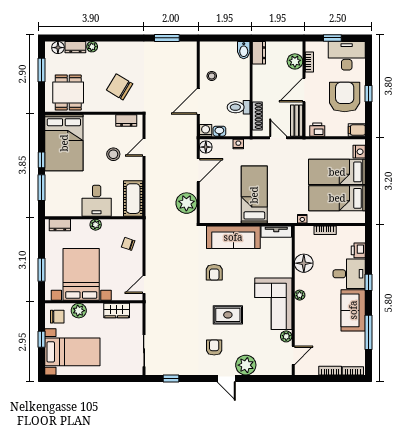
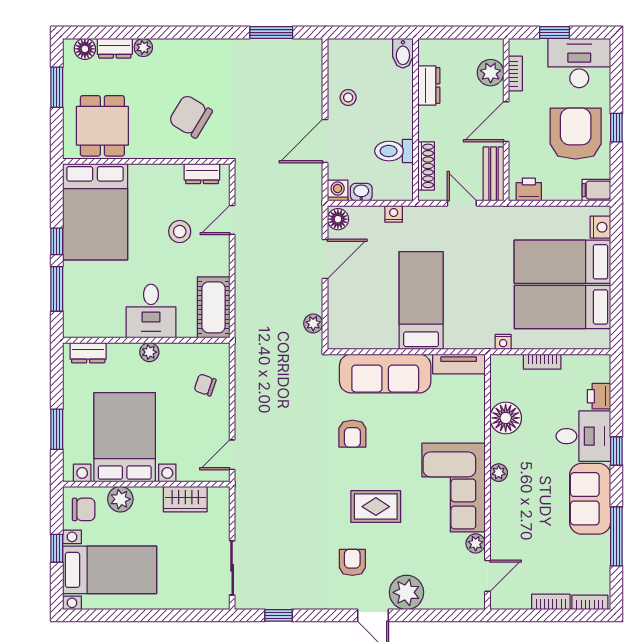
dresser: (259, 53) -> (429, 85), moved
plant: (186, 203) -> (313, 323), width x0.53, depth x0.53

